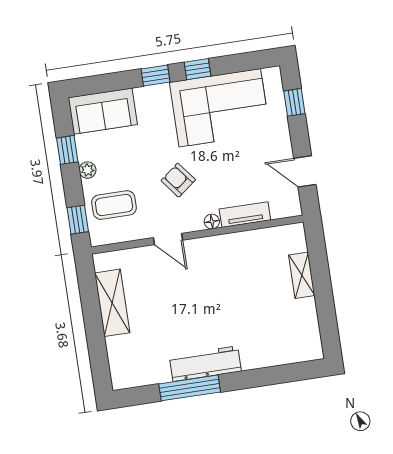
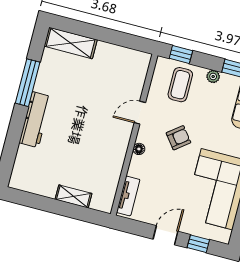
door: (305, 171) -> (165, 235), moved
tv unit: (245, 215) -> (128, 196), moved
shelving: (112, 303) -> (71, 43), moved
workbench: (205, 364) -> (35, 120), moved

